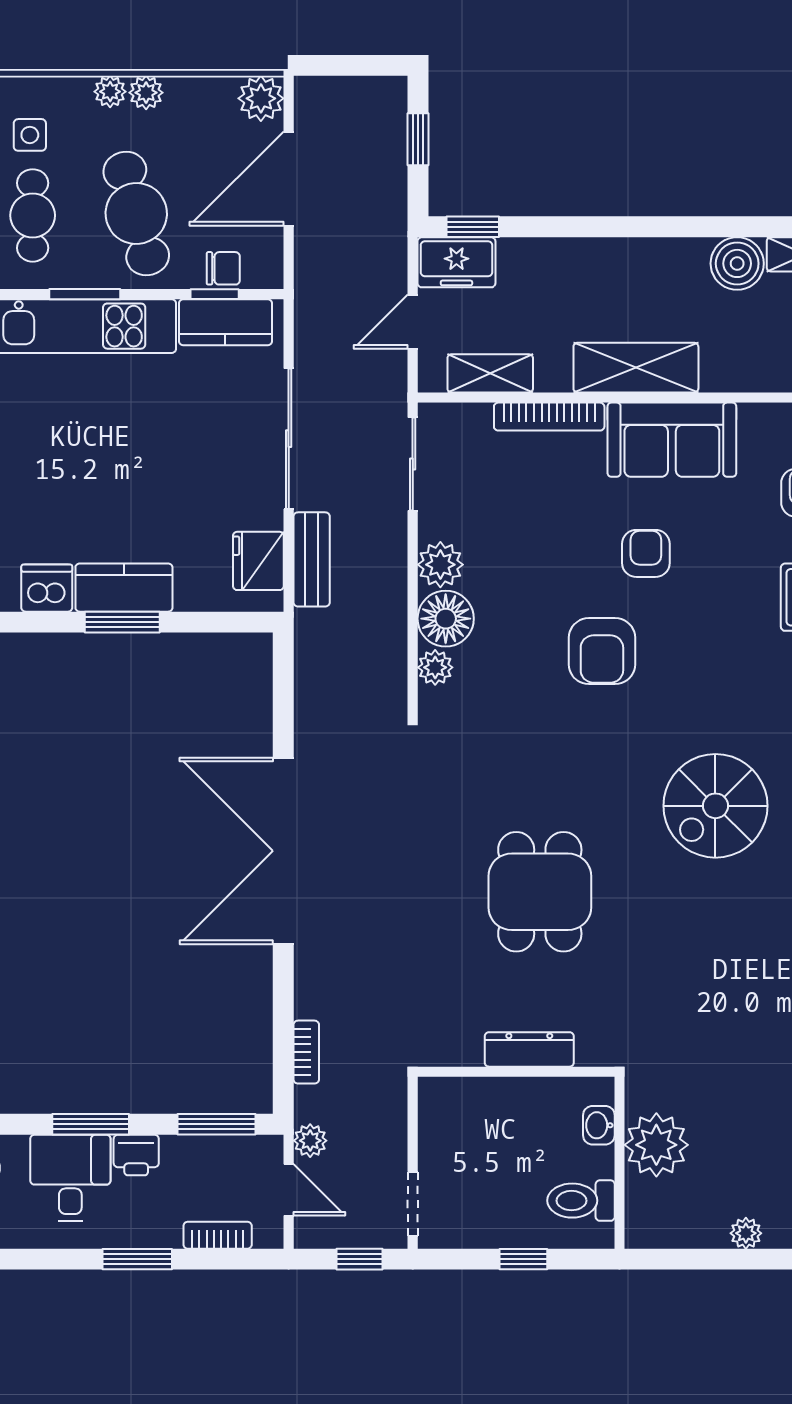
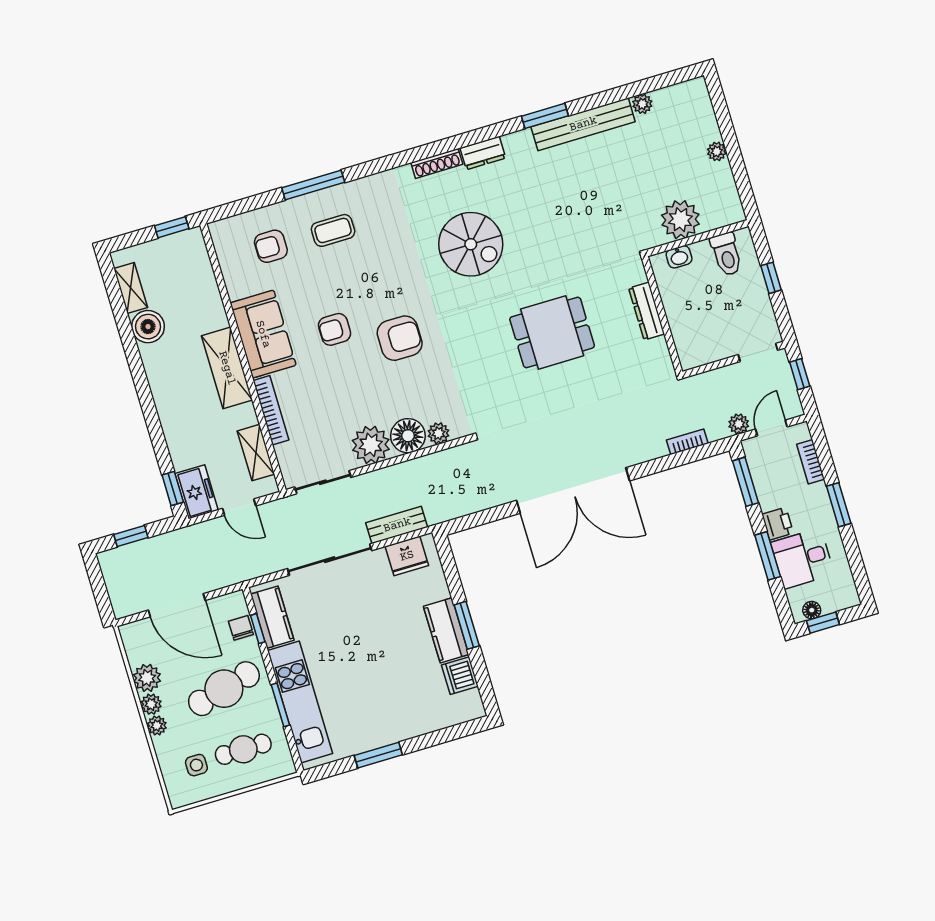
plant: (261, 98) -> (147, 678), moved
plant: (440, 565) -> (371, 445), width x1.36, depth x1.36

